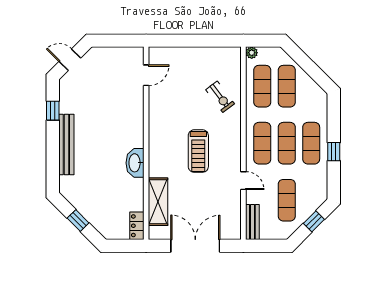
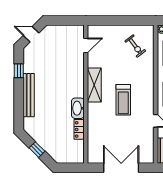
exercise bike: (220, 97) -> (135, 46), moved
shelving: (158, 202) -> (94, 85), moved
locker: (137, 226) -> (79, 129), moved

